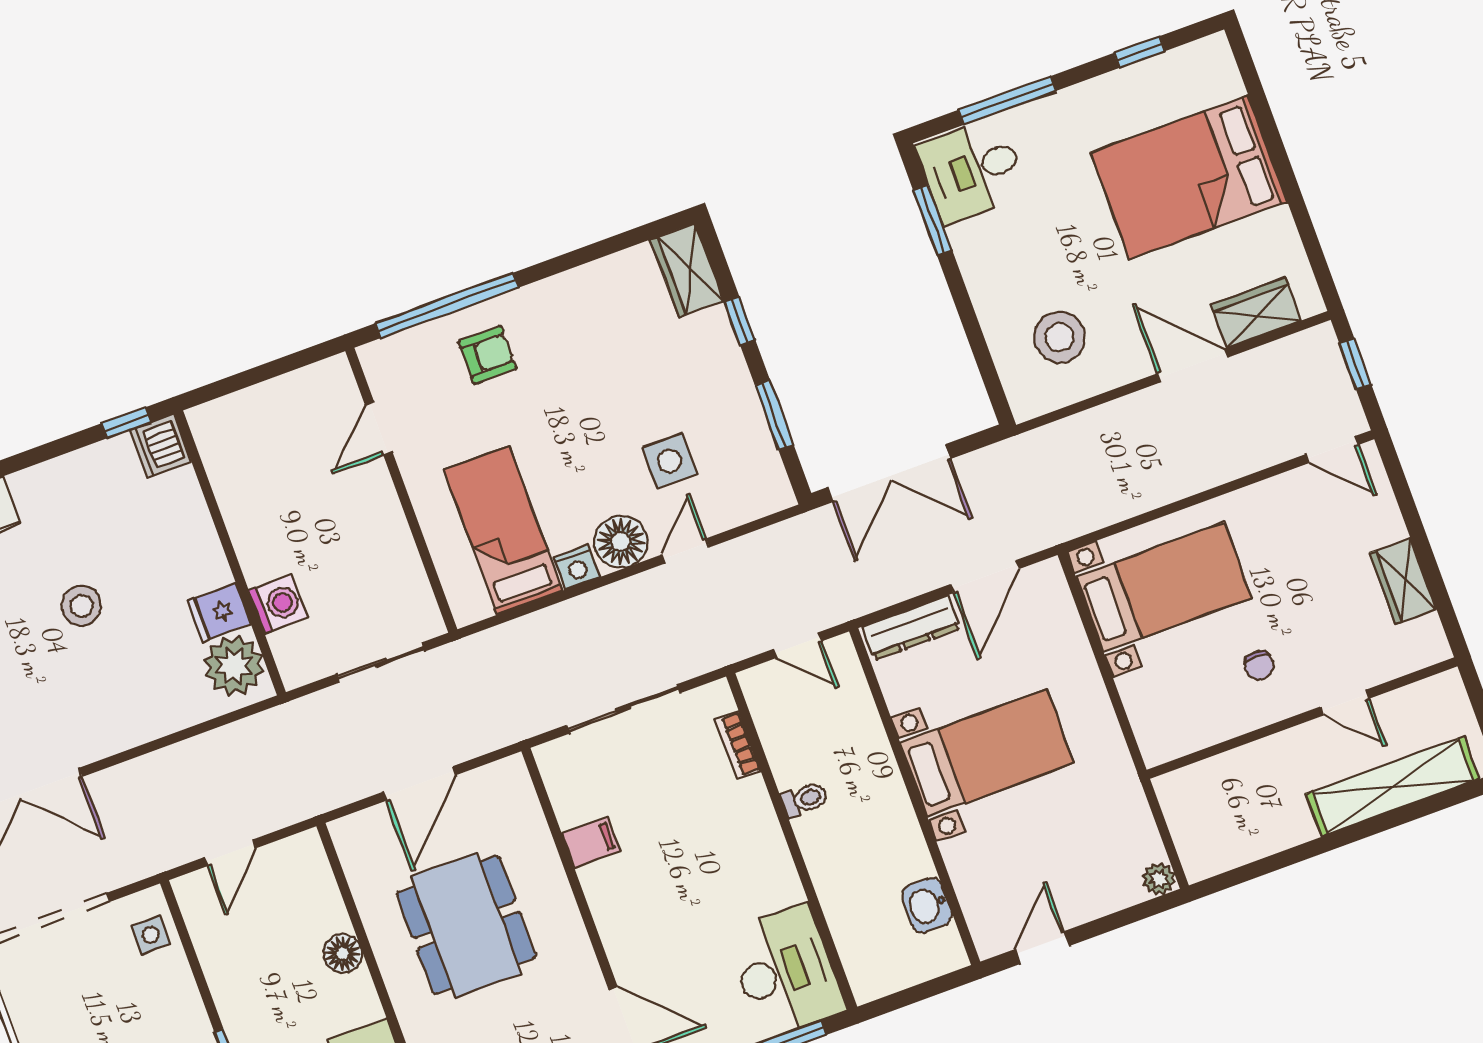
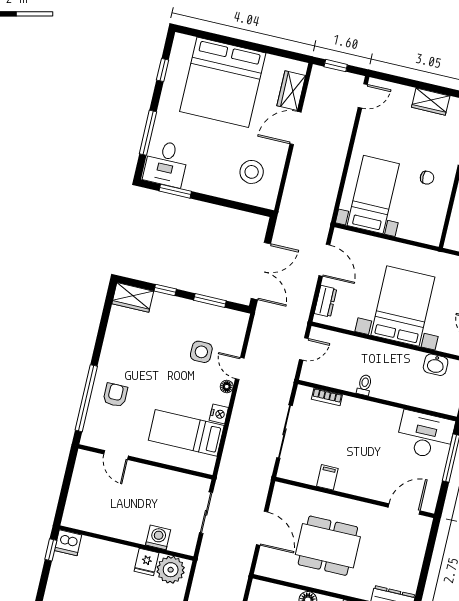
bed: (1189, 177) -> (223, 82), width x1.36
floor lamp: (621, 542) -> (227, 387), width x0.53, depth x0.53
dresser: (911, 628) -> (326, 301), width x0.70
bed with nightstands: (987, 753) -> (403, 306), width x1.36

